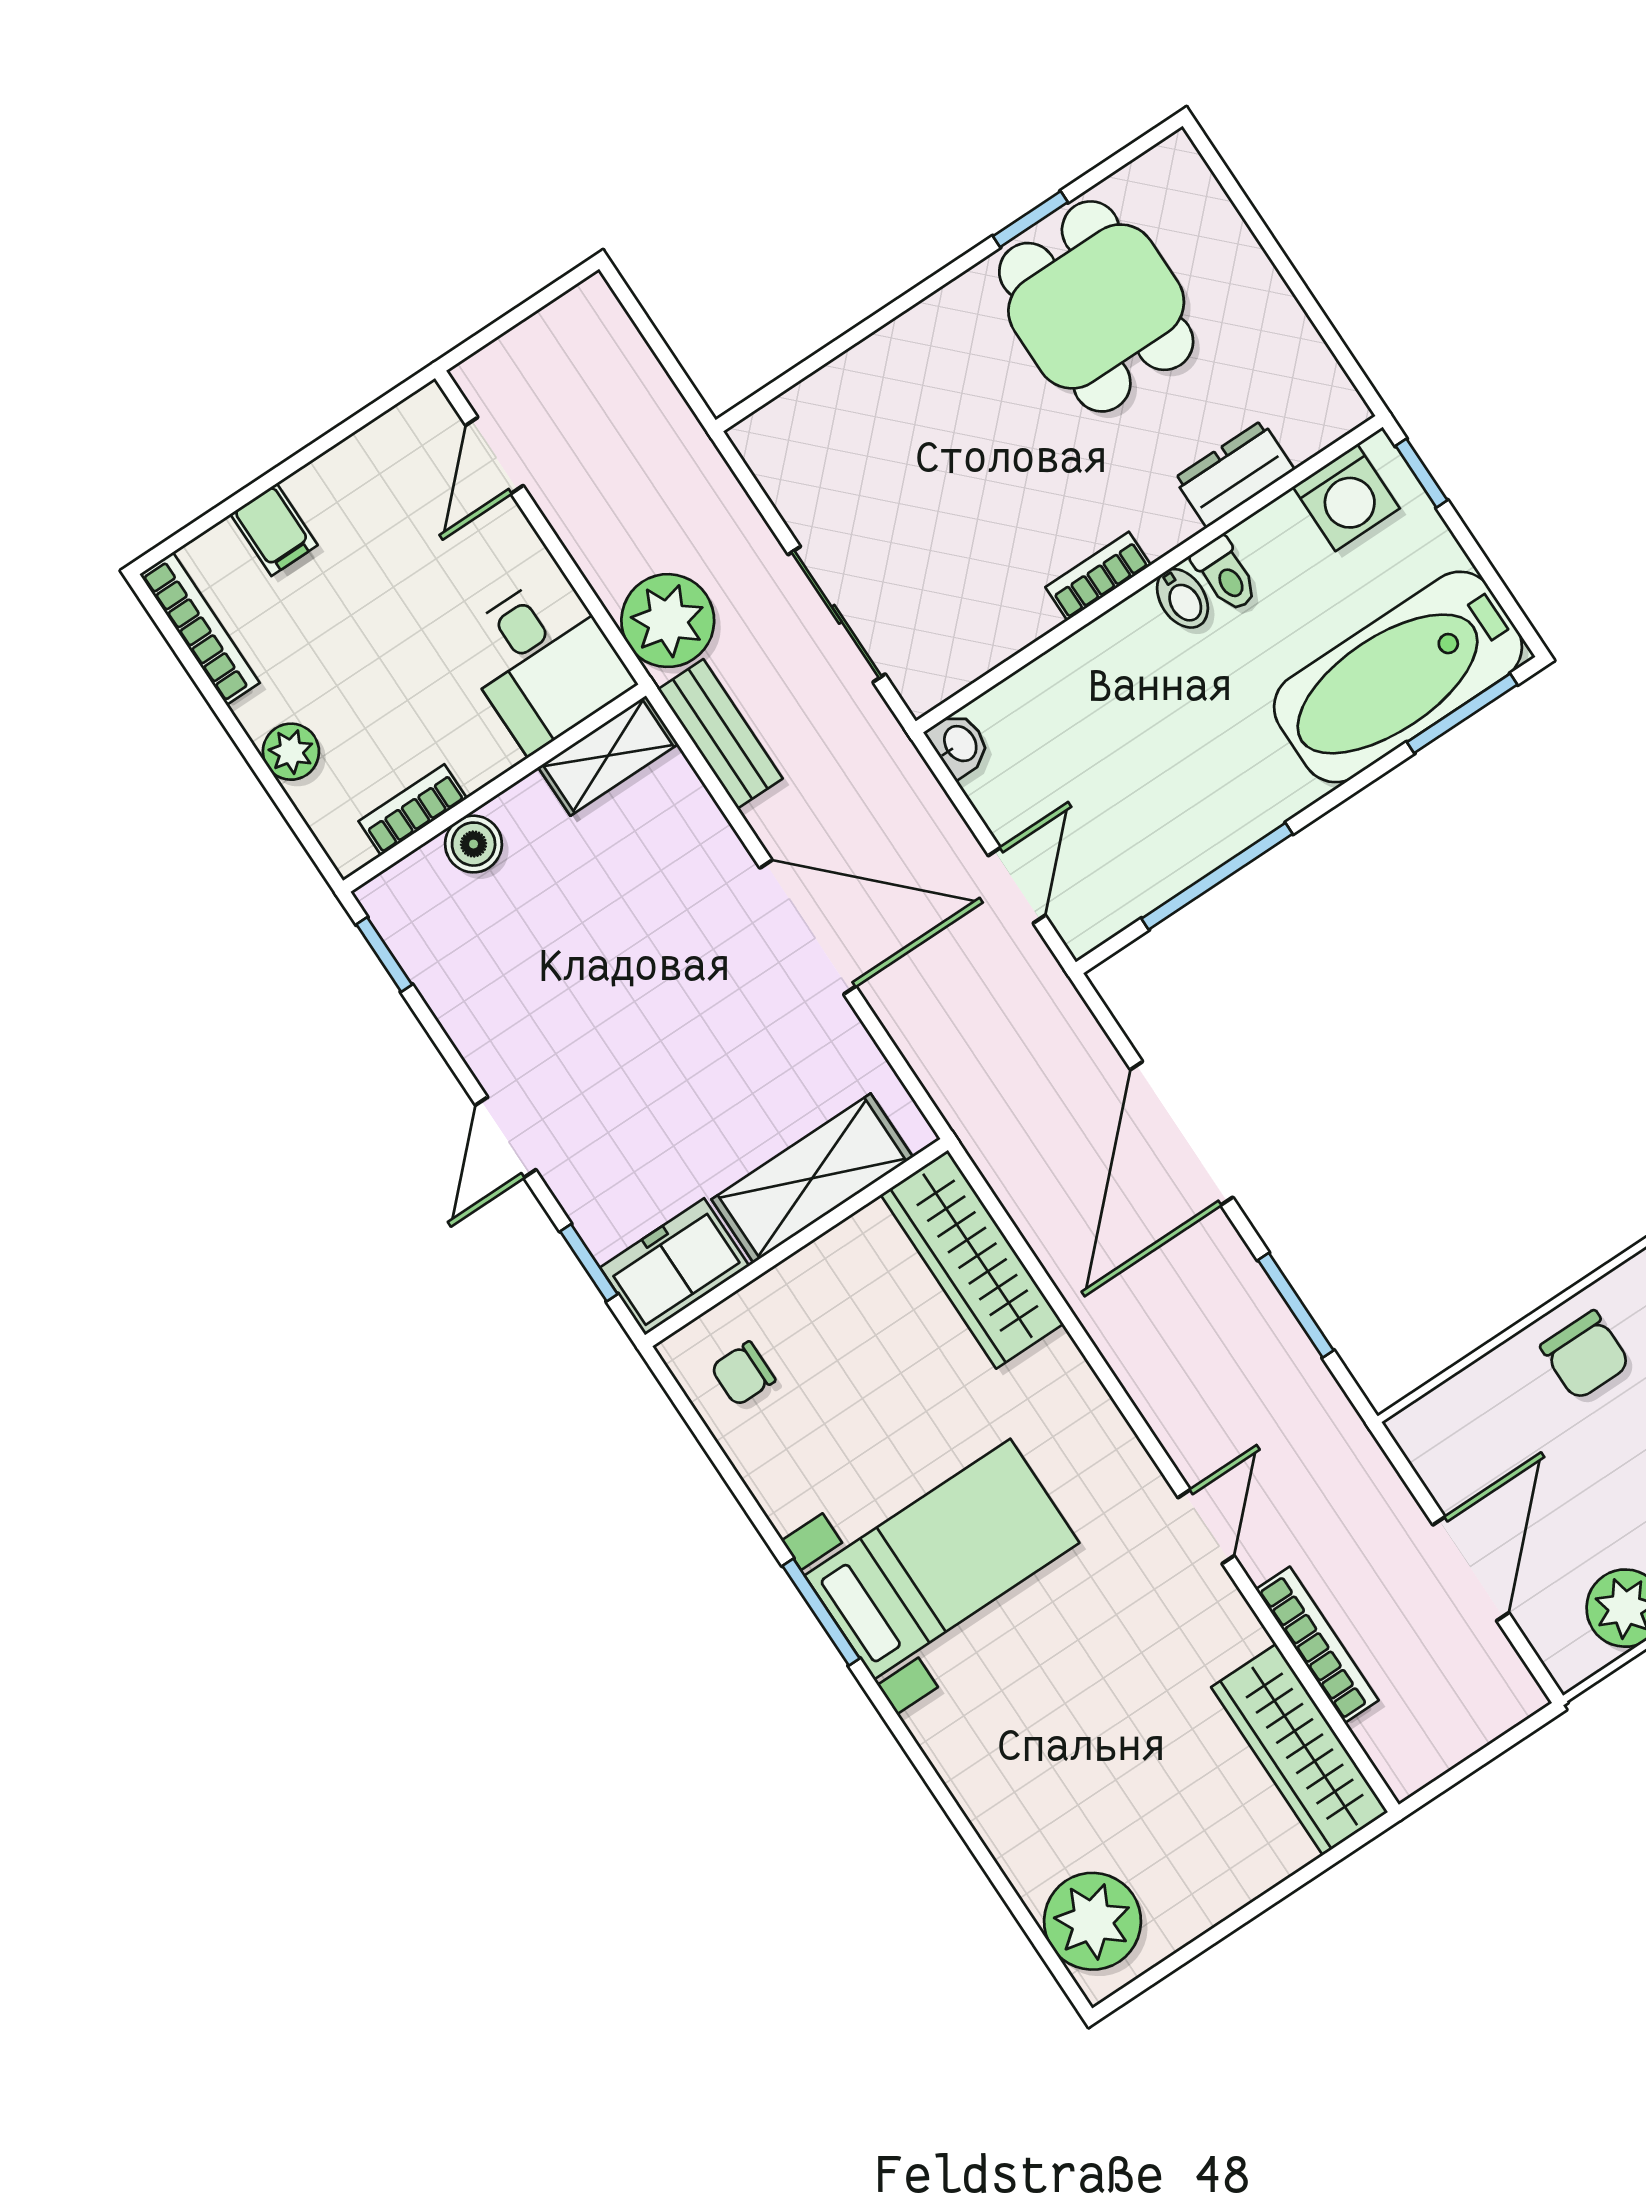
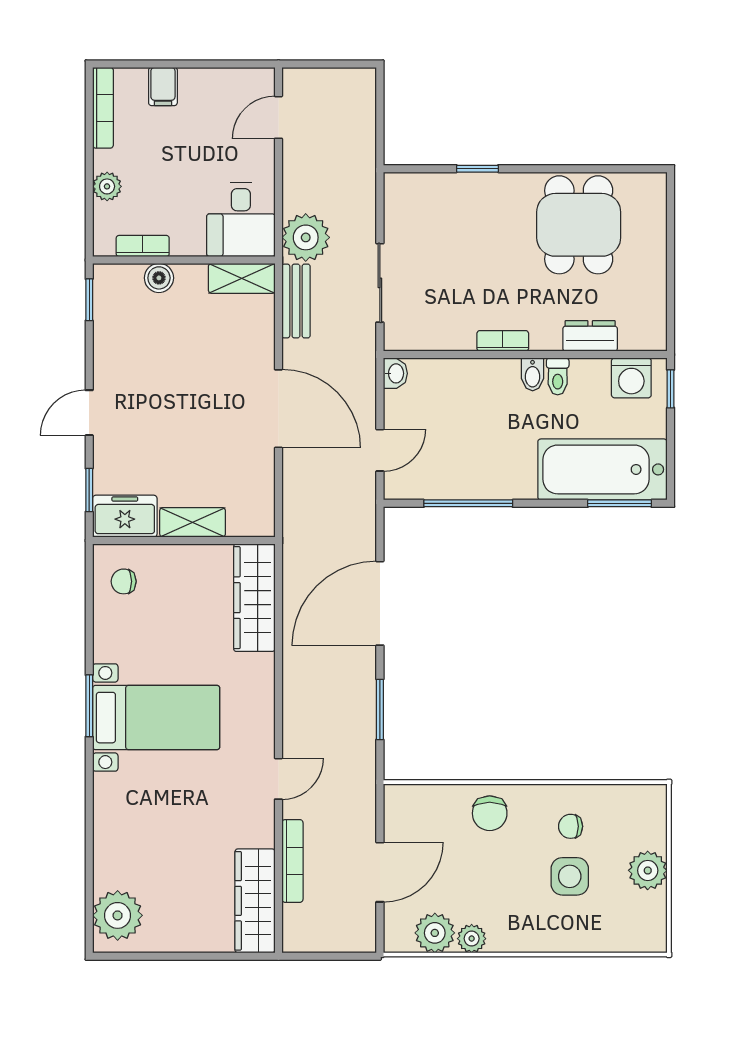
window: (1030, 219) -> (477, 169), moved
shelving: (812, 1178) -> (193, 522), width x0.67, depth x0.75

